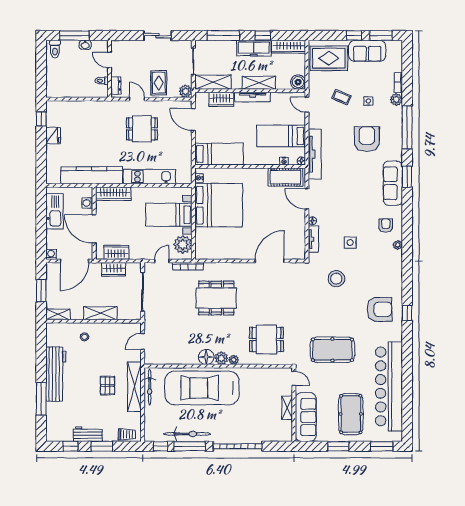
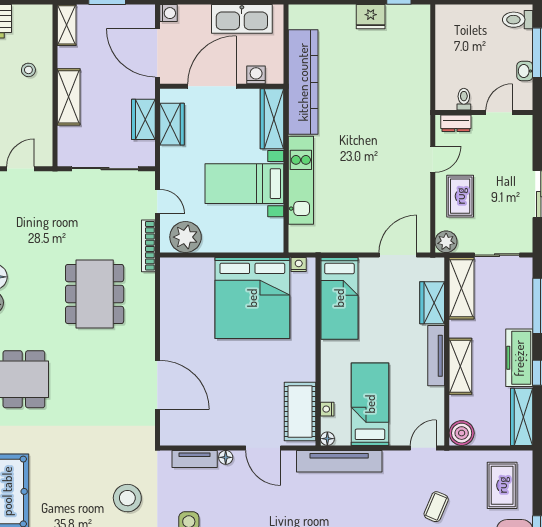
rug: (329, 58) -> (502, 485), width x0.73, depth x0.70
rug: (159, 83) -> (460, 196), turned 90
dining table: (142, 129) -> (382, 167), removed
door: (307, 199) -> (263, 448), swing flipped
bed with nightstands: (169, 215) -> (244, 184), moved, turned -90
door: (143, 342) -> (20, 169), hinge flipped

